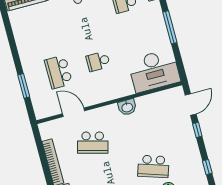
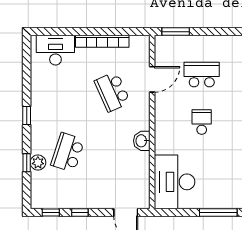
window: (24, 86) -> (176, 32), moved
window: (197, 130) -> (80, 212), moved
school desk: (93, 143) -> (112, 92), turned -39

